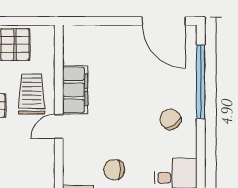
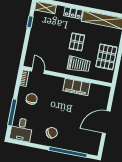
door: (164, 21) -> (106, 122), moved
door: (59, 126) -> (38, 71), moved

